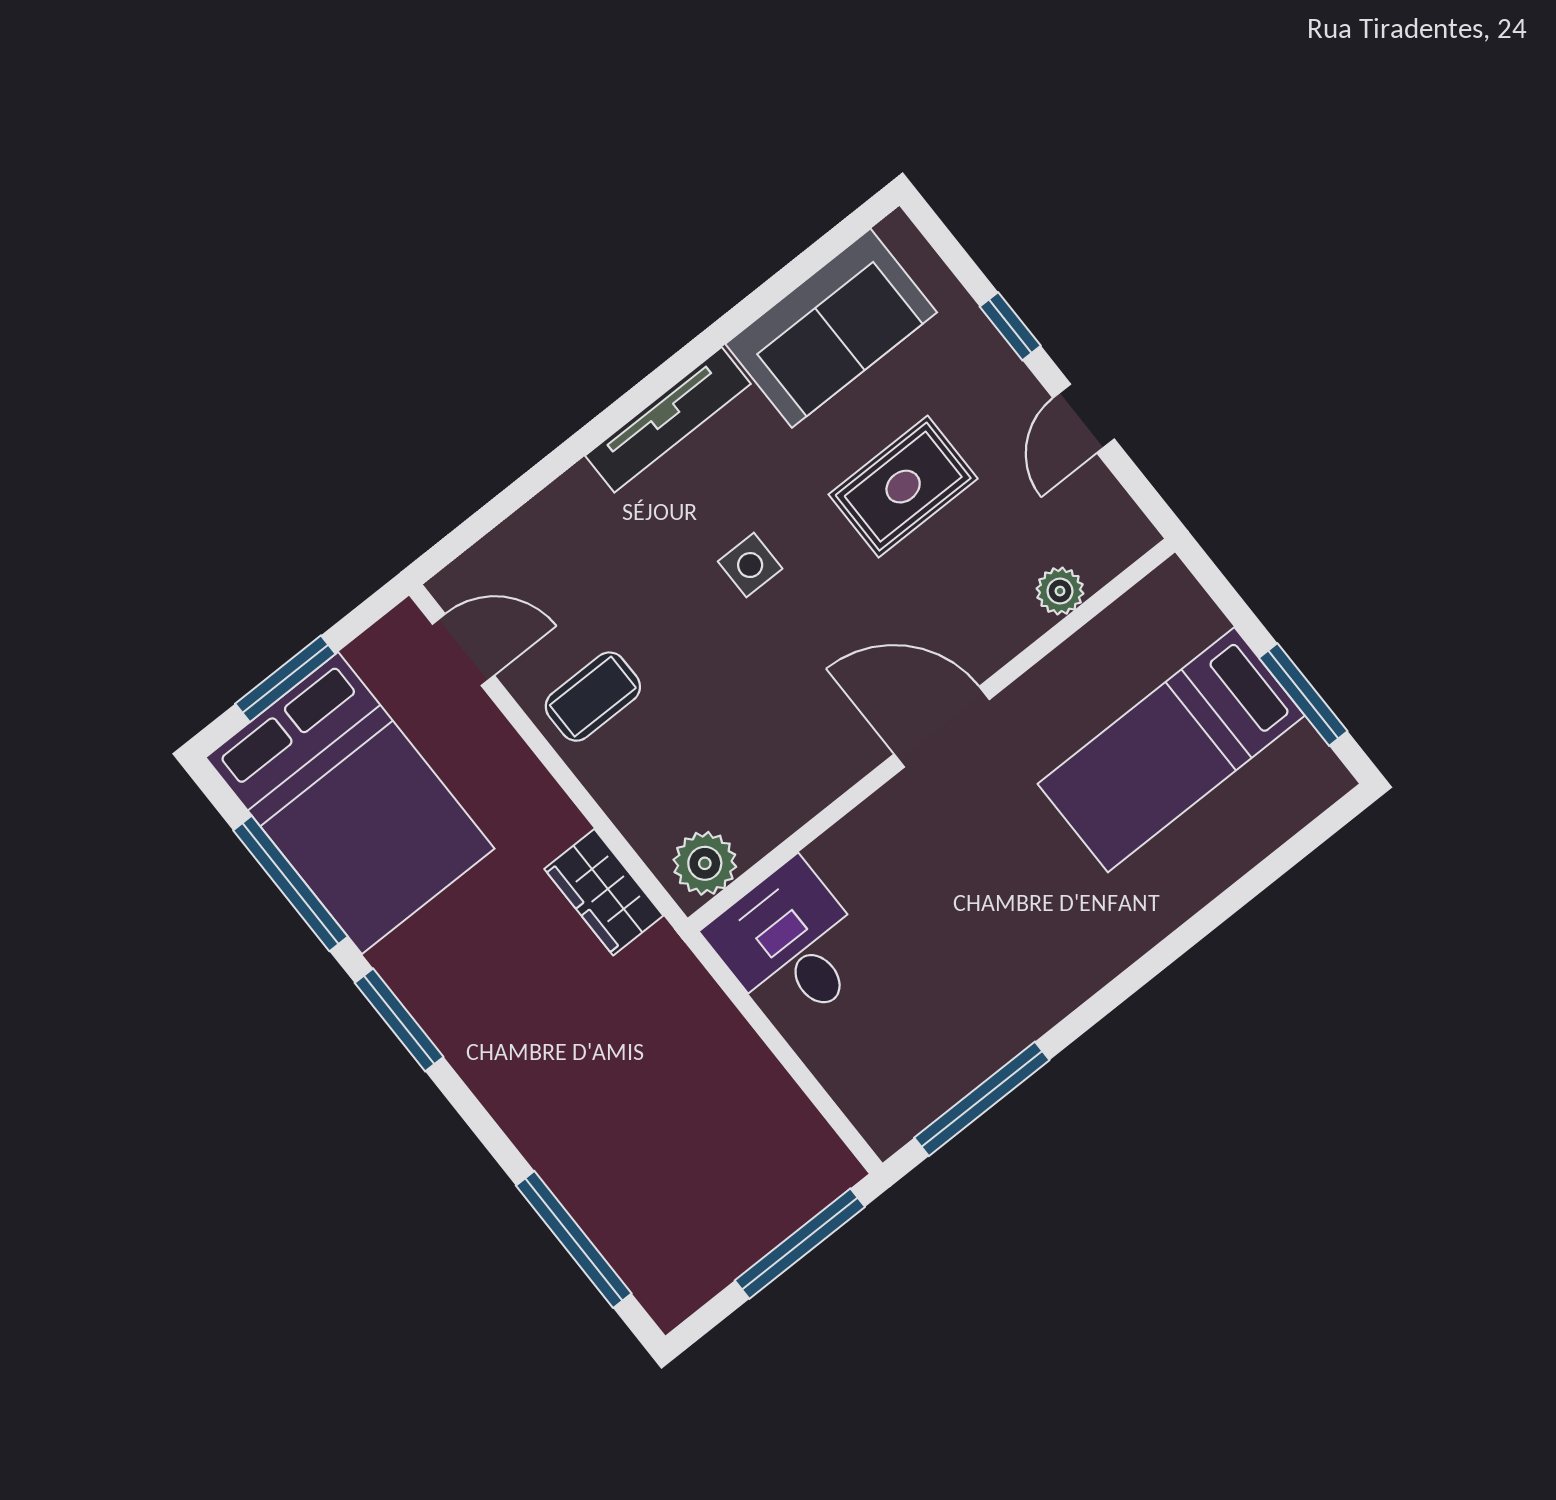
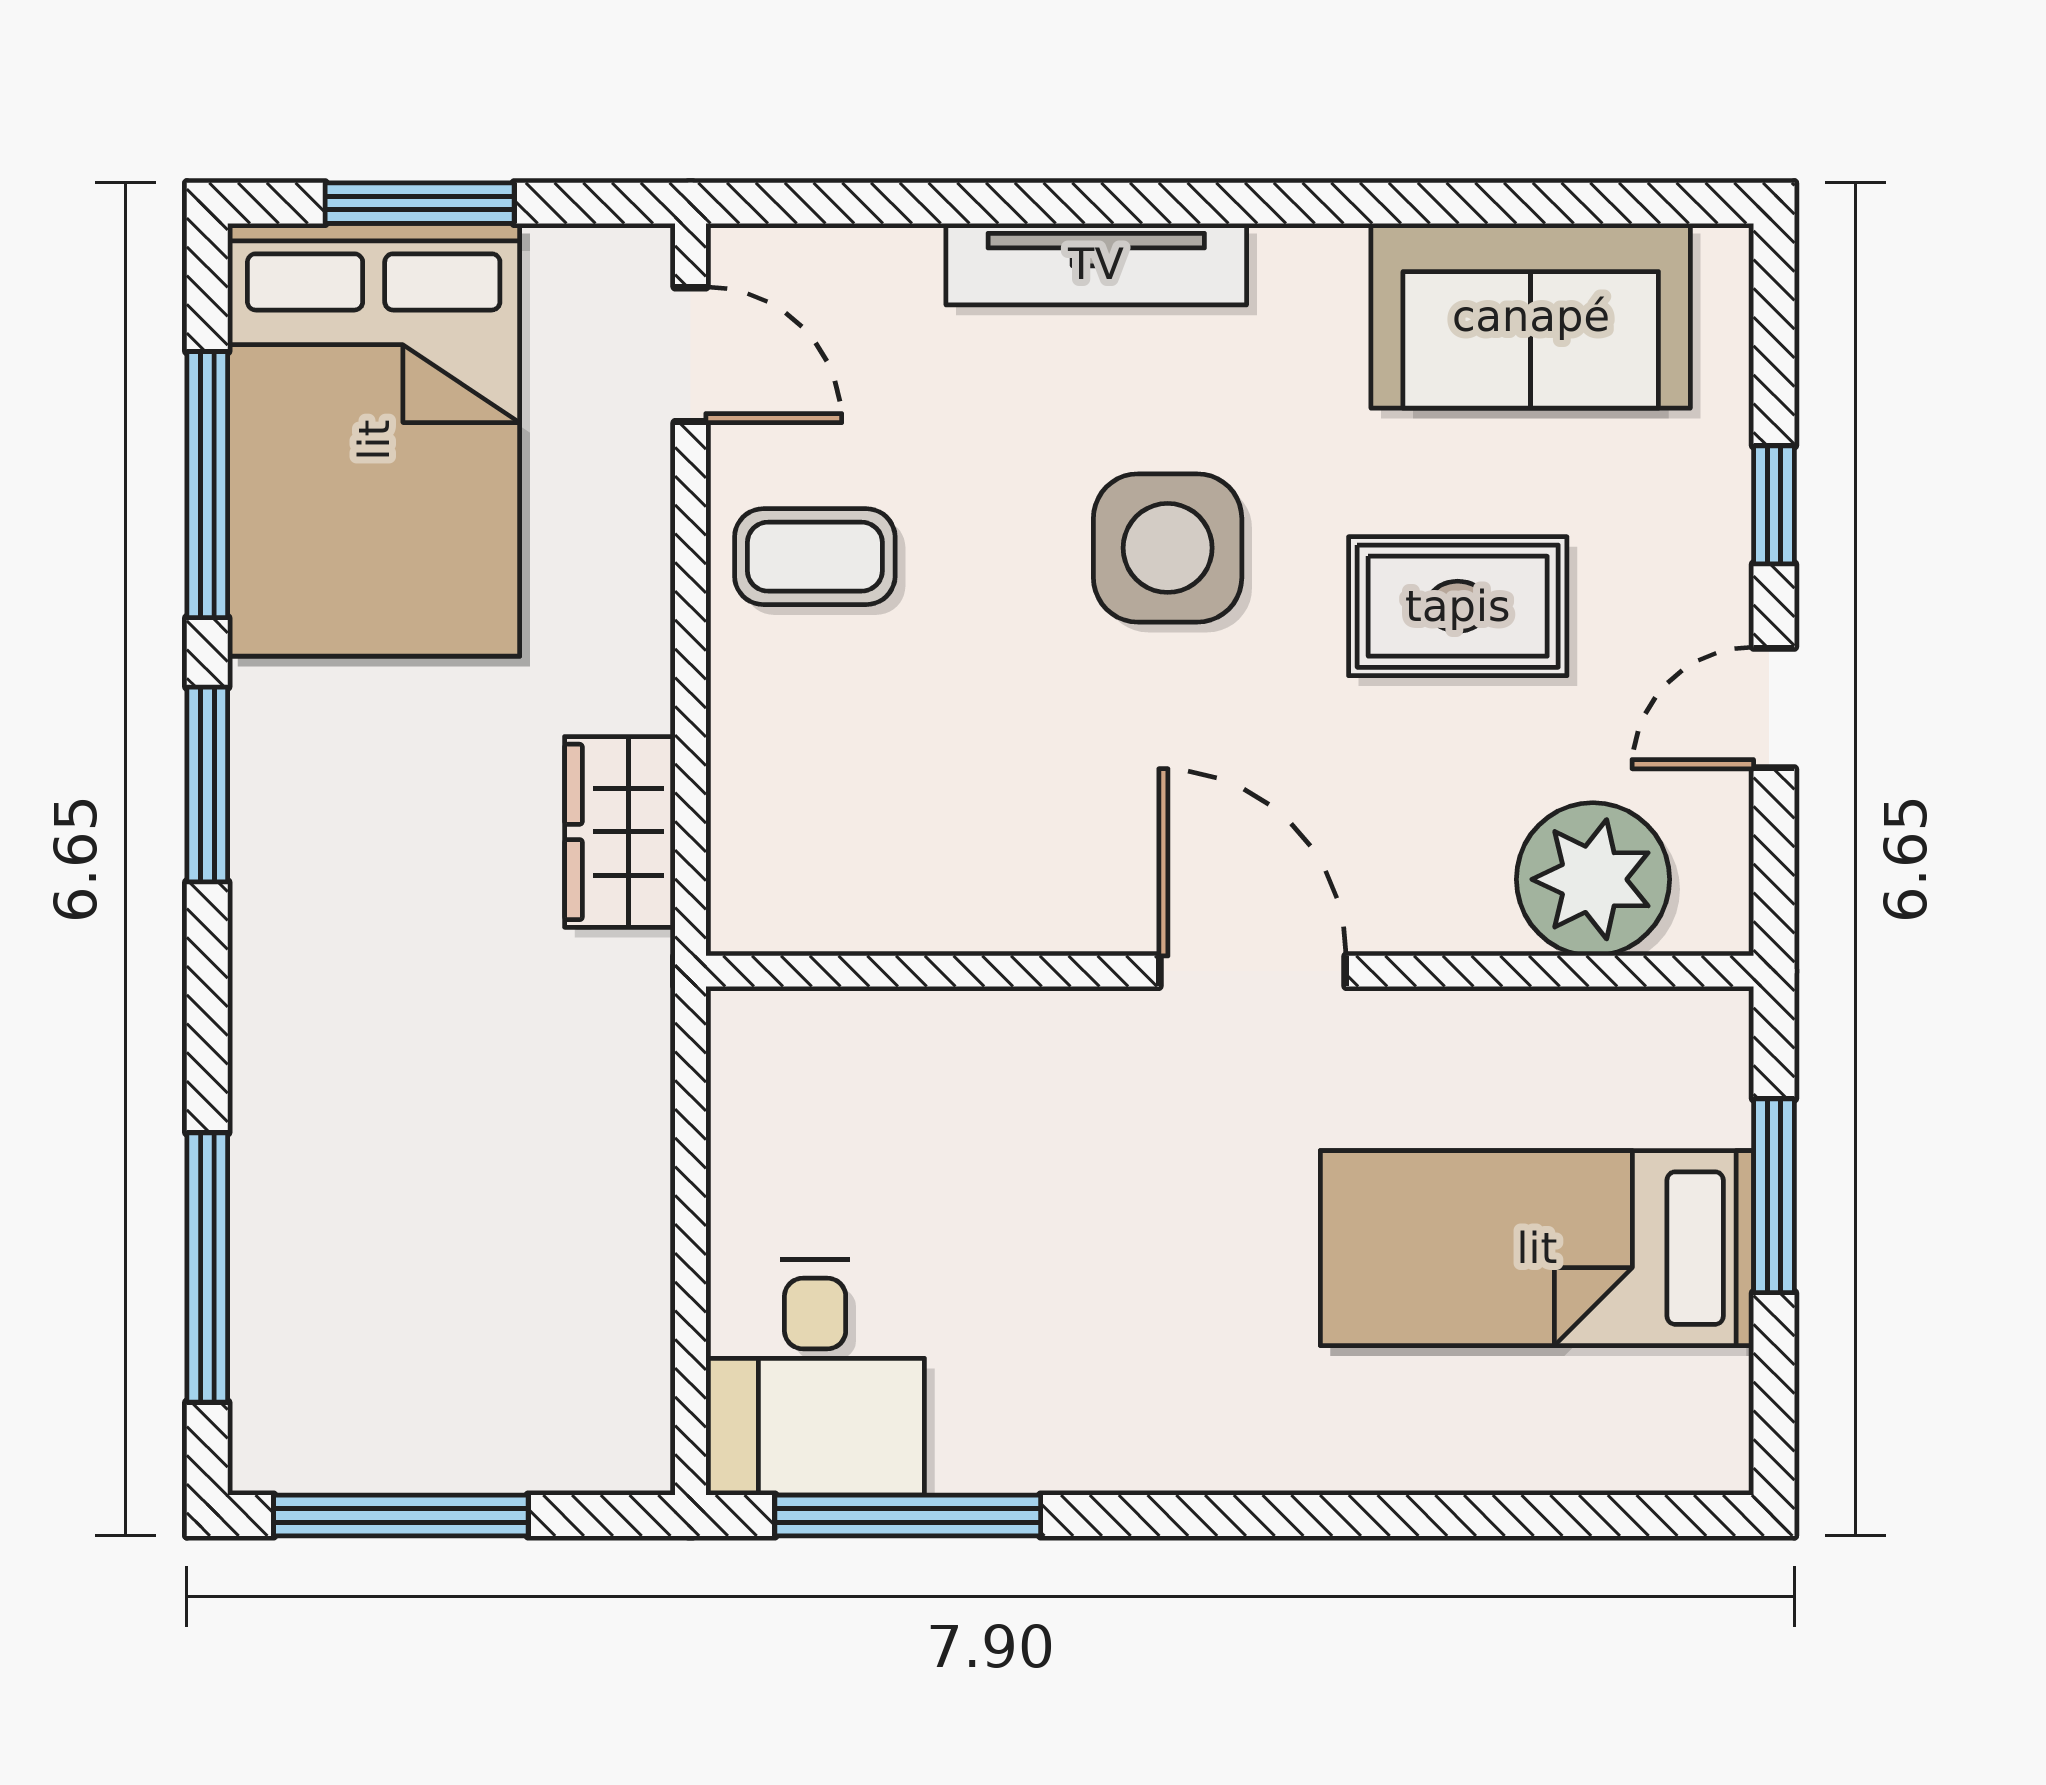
tv unit: (668, 420) -> (1096, 264), moved
side table: (750, 565) -> (1168, 548), width x1.87, depth x1.87
plant: (1060, 591) -> (1593, 879), width x1.87, depth x1.87
window: (1303, 695) -> (1774, 1196), moved
plant: (705, 863) -> (787, 901), removed
desk: (791, 945) -> (815, 1377), moved, turned 180
window: (800, 1244) -> (401, 1515), moved

